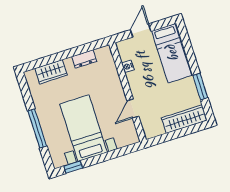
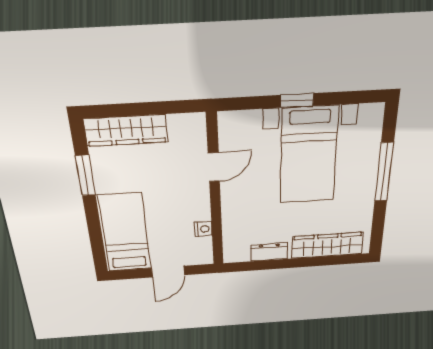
wardrobe: (51, 72) -> (327, 245), width x1.50
window: (73, 167) -> (297, 100), moved

